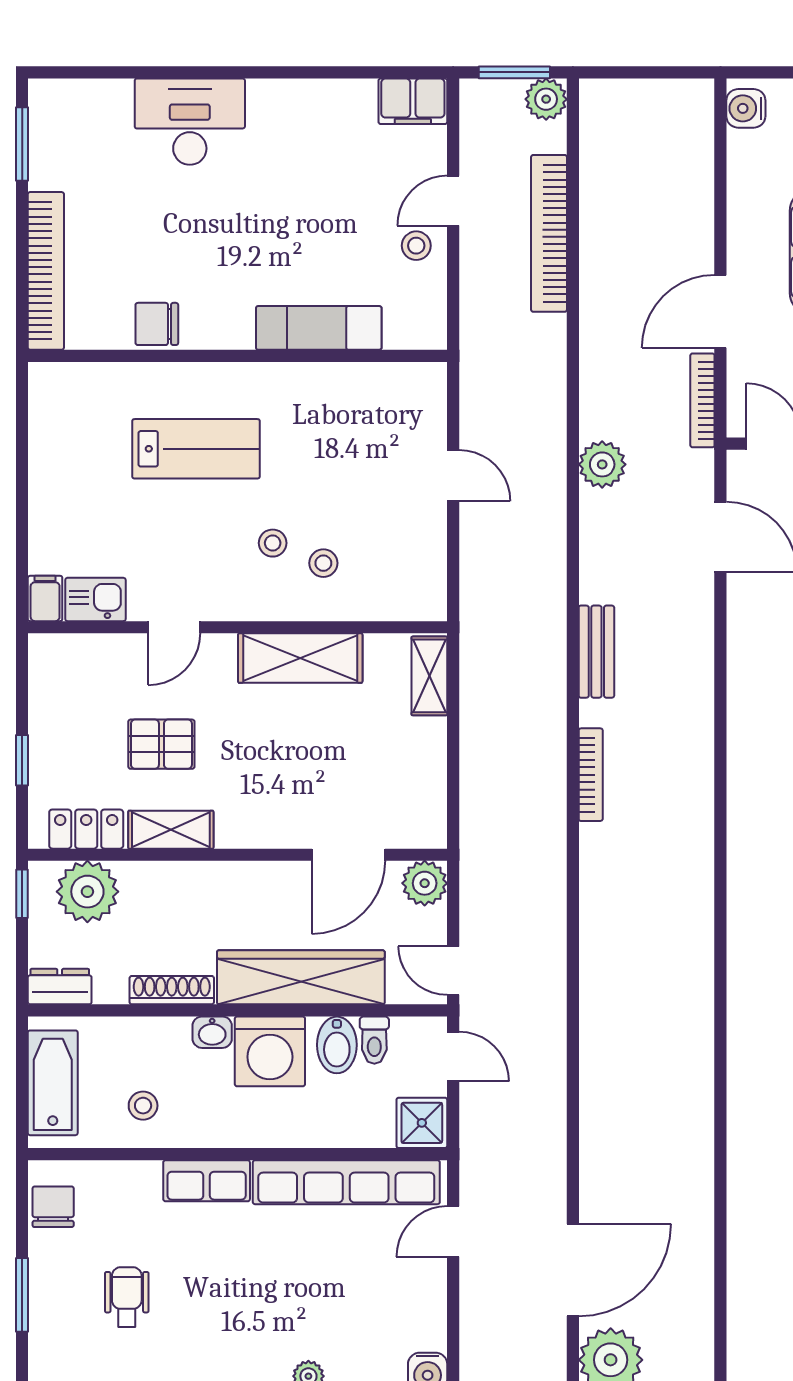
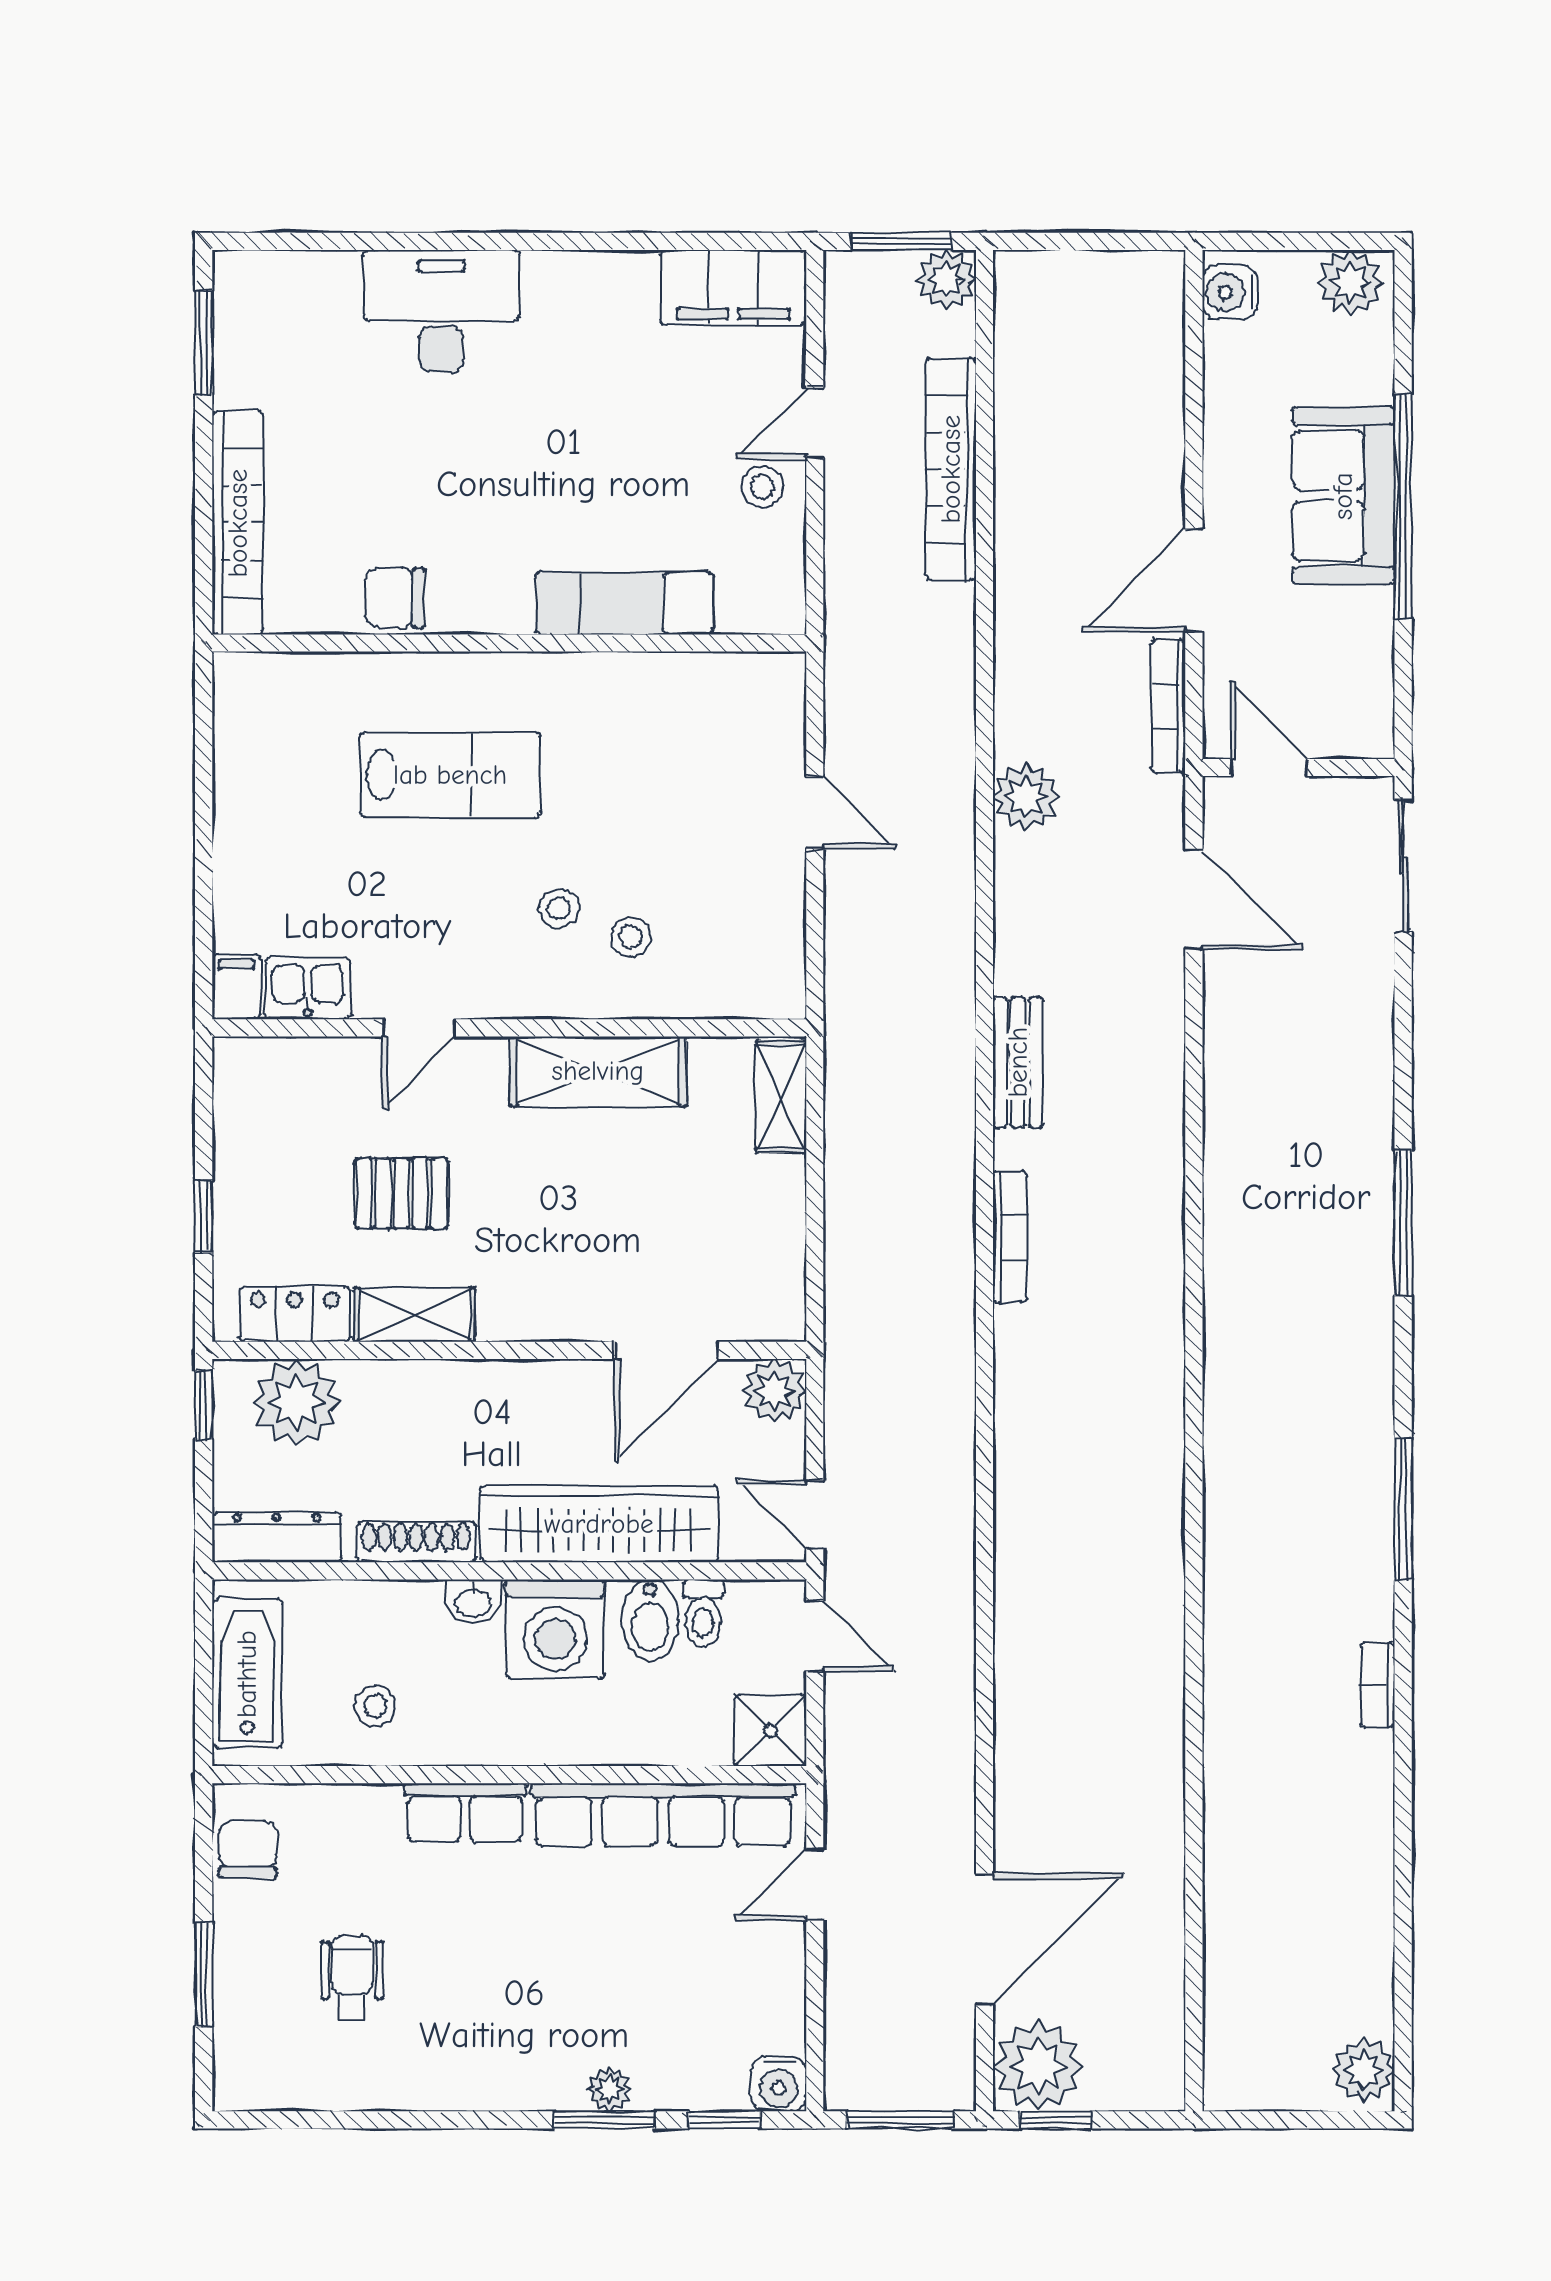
filing cabinet: (413, 101) -> (733, 288), width x1.50, depth x1.17
dresser: (60, 987) -> (277, 1537), width x1.44

